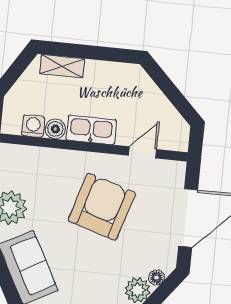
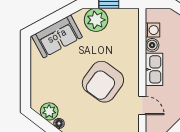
armchair: (102, 207) -> (103, 82), turned 109

